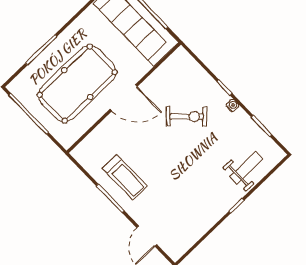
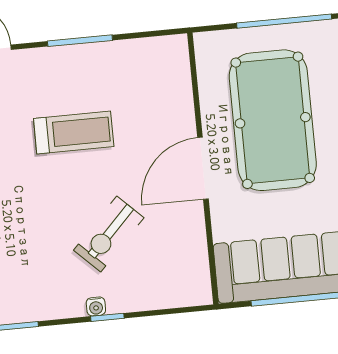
water cooler: (232, 106) -> (96, 306), moved
treadmill: (125, 177) -> (74, 132), moved, turned 180

